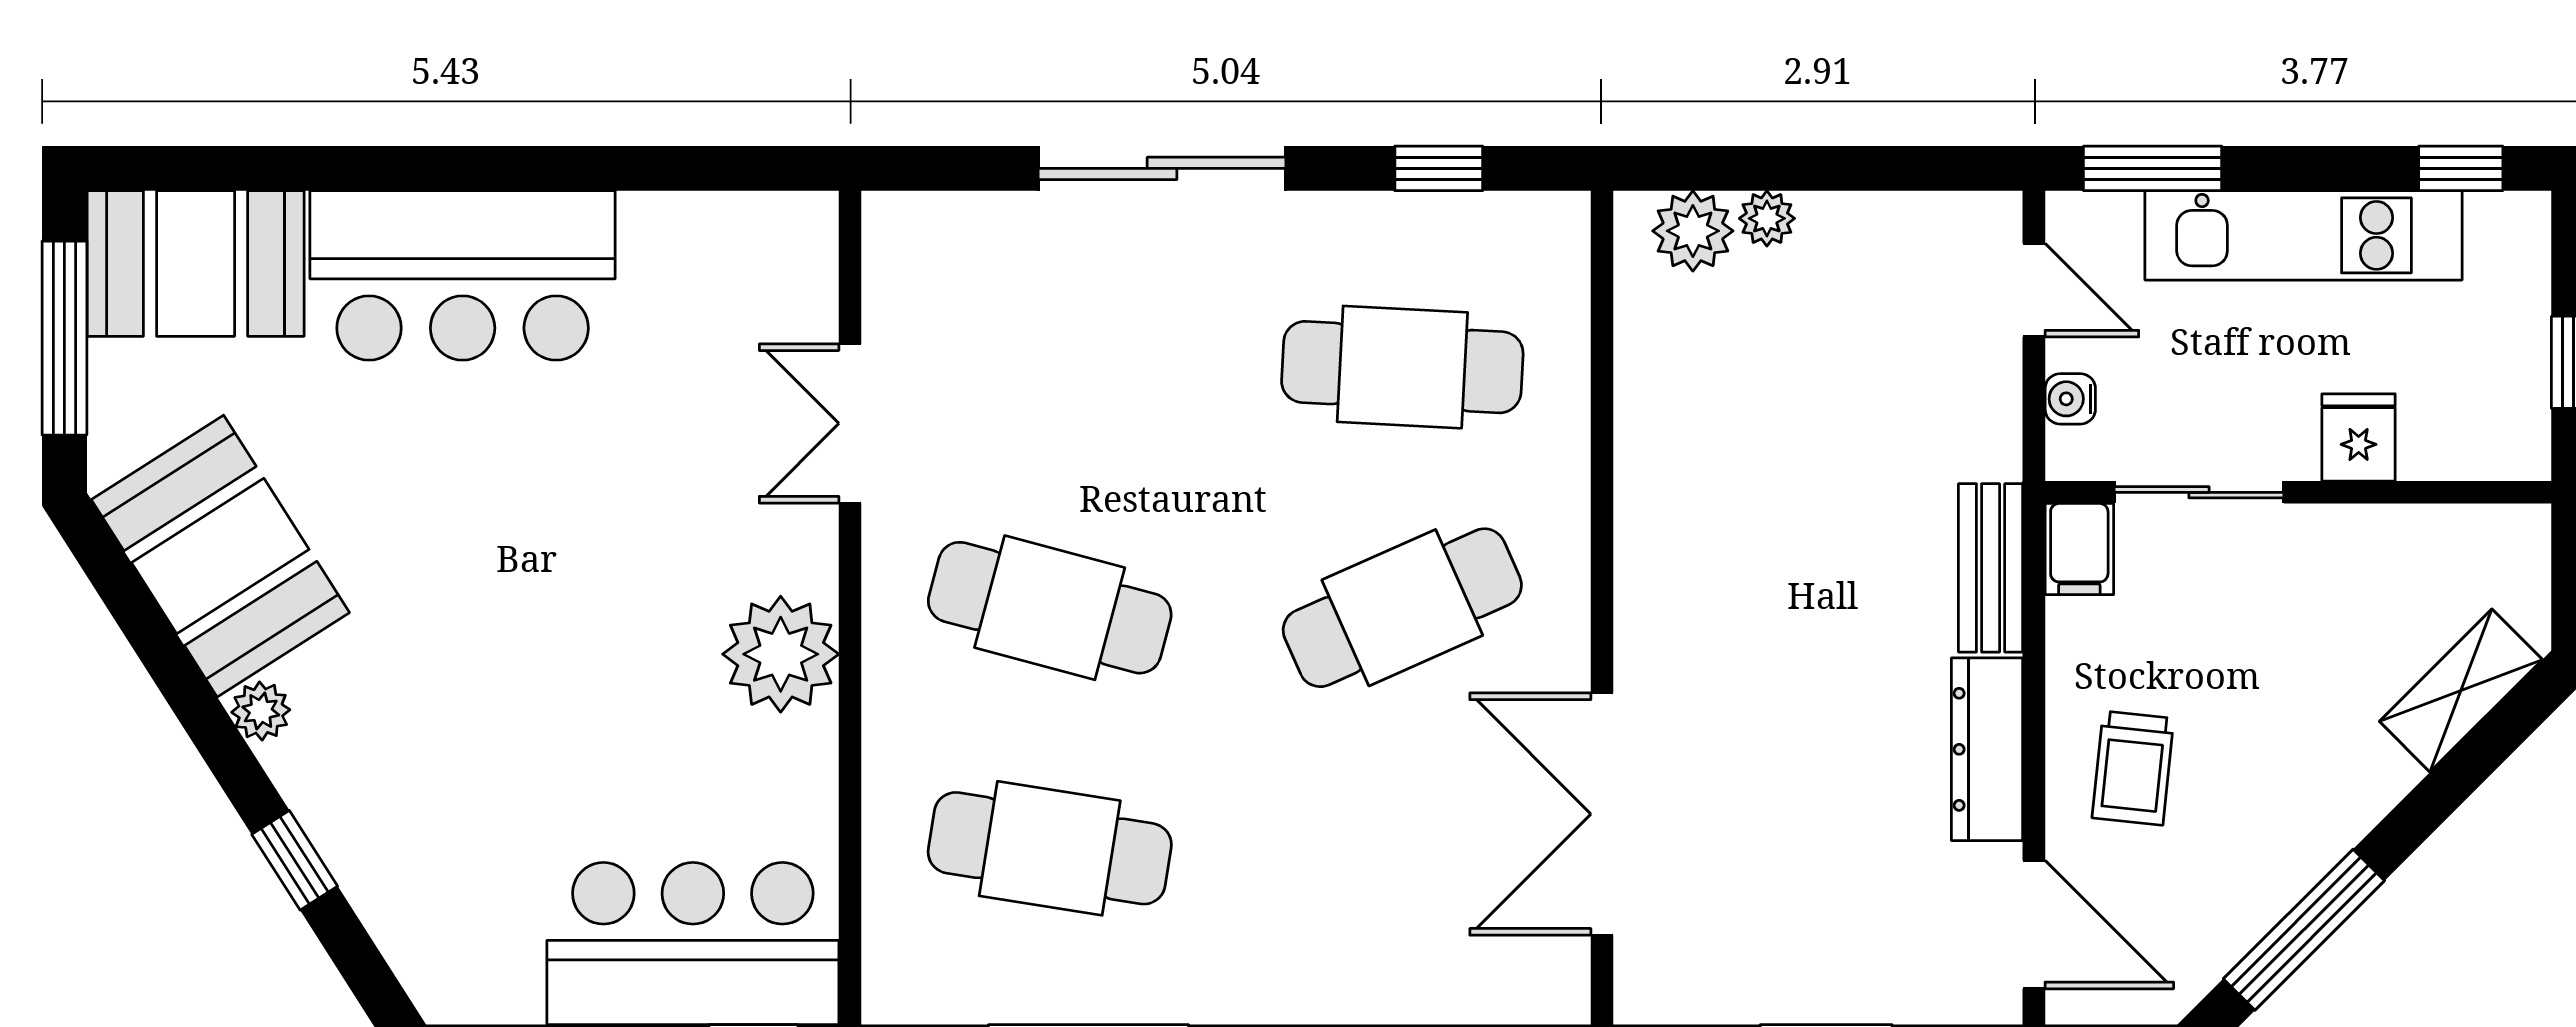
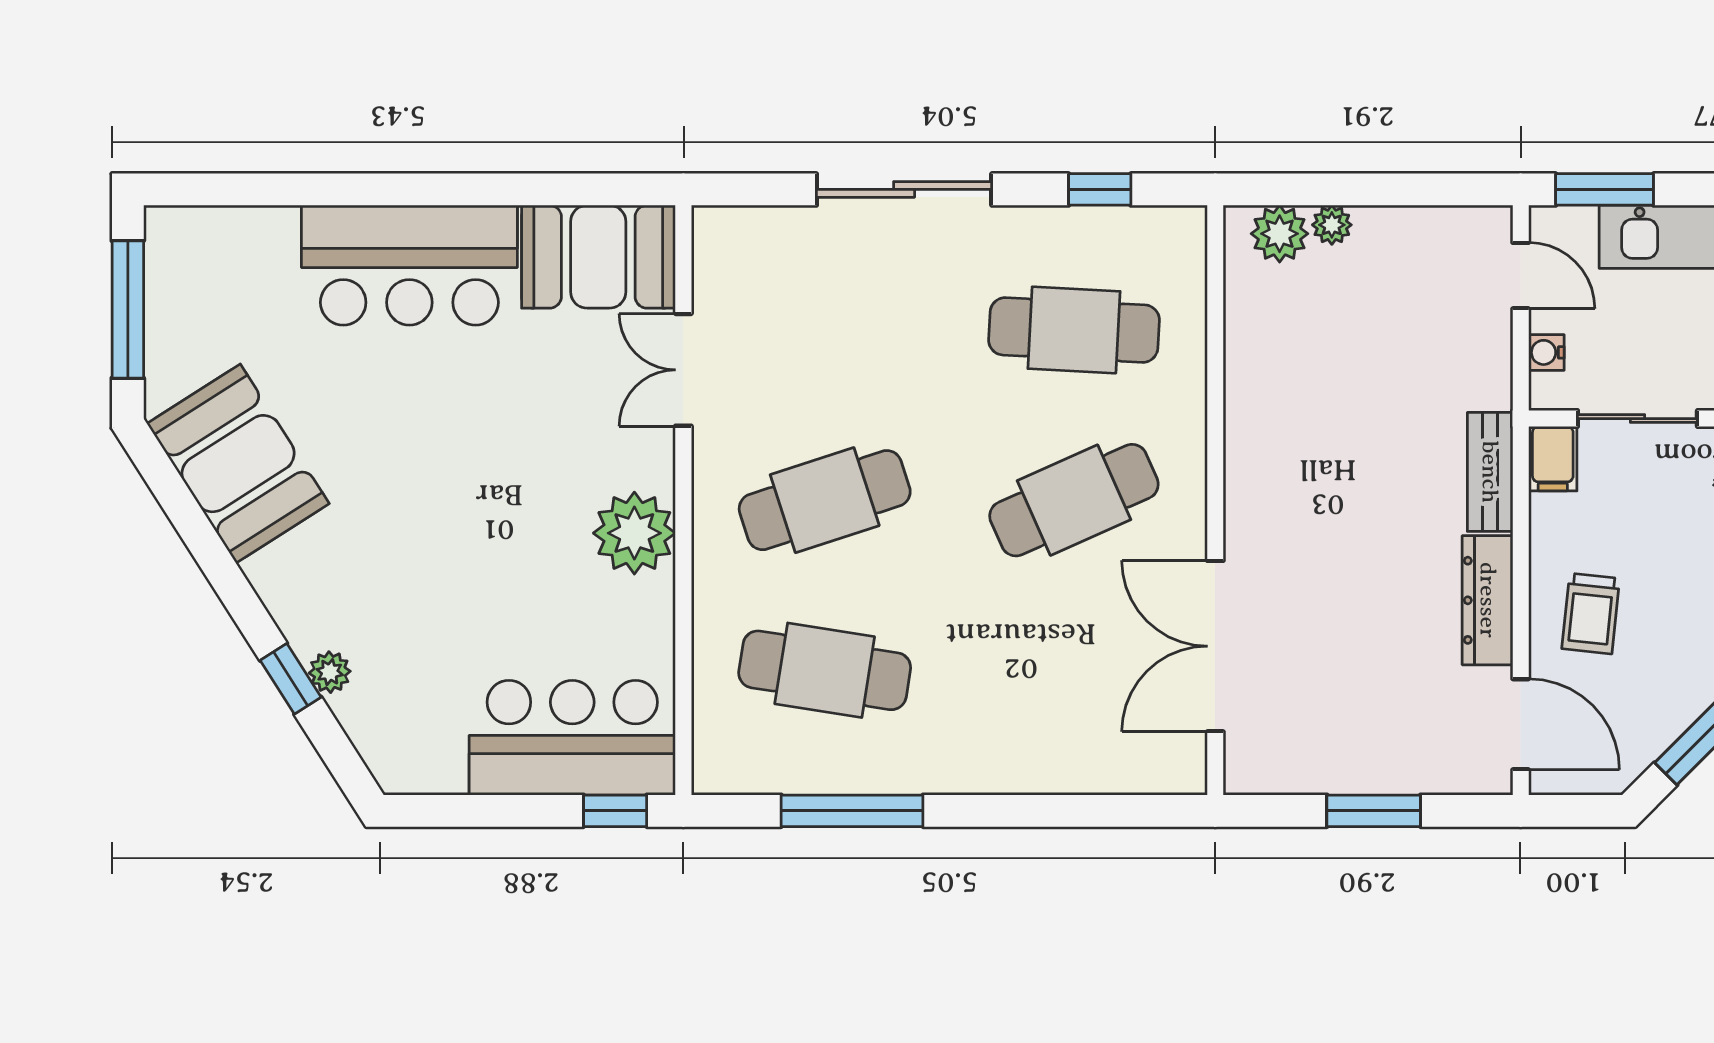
booth: (196, 264) -> (598, 257), moved
cafe table: (1050, 608) -> (825, 500), turned -33
plant: (261, 711) -> (330, 672), moved

